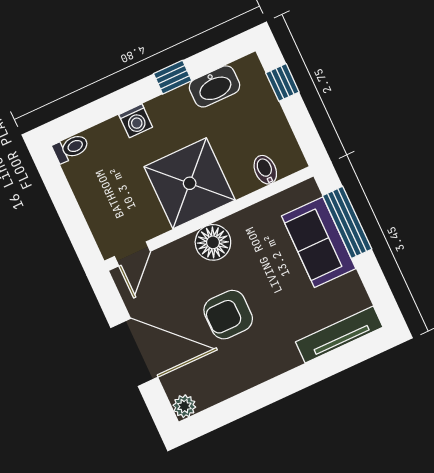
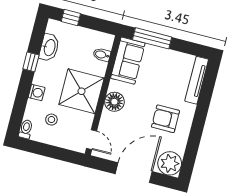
stool: (114, 173) -> (51, 120), added
sofa: (319, 242) -> (128, 61), moved, turned -90
armchair: (228, 315) -> (165, 119), moved, turned 90
plant: (184, 406) -> (170, 163), width x1.88, depth x1.88

